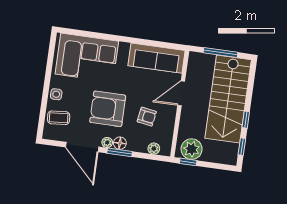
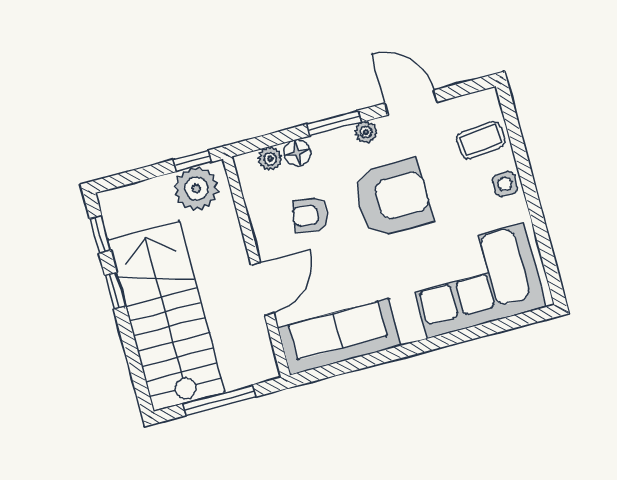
floor lamp: (120, 143) -> (297, 153), moved
door: (82, 147) -> (411, 103), width x0.73

